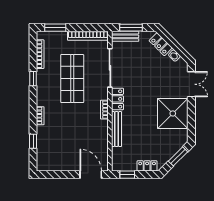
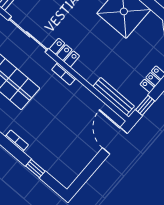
bench: (117, 129) -> (114, 96), moved
door: (91, 175) -> (115, 141), hinge flipped

